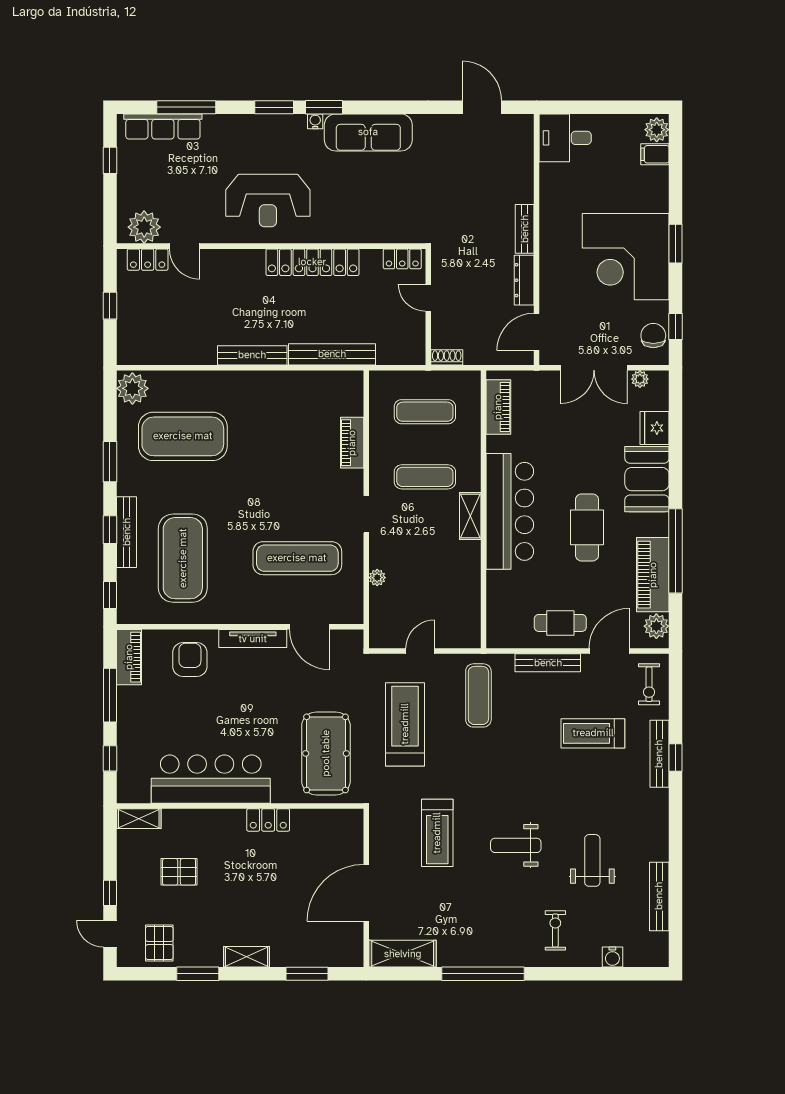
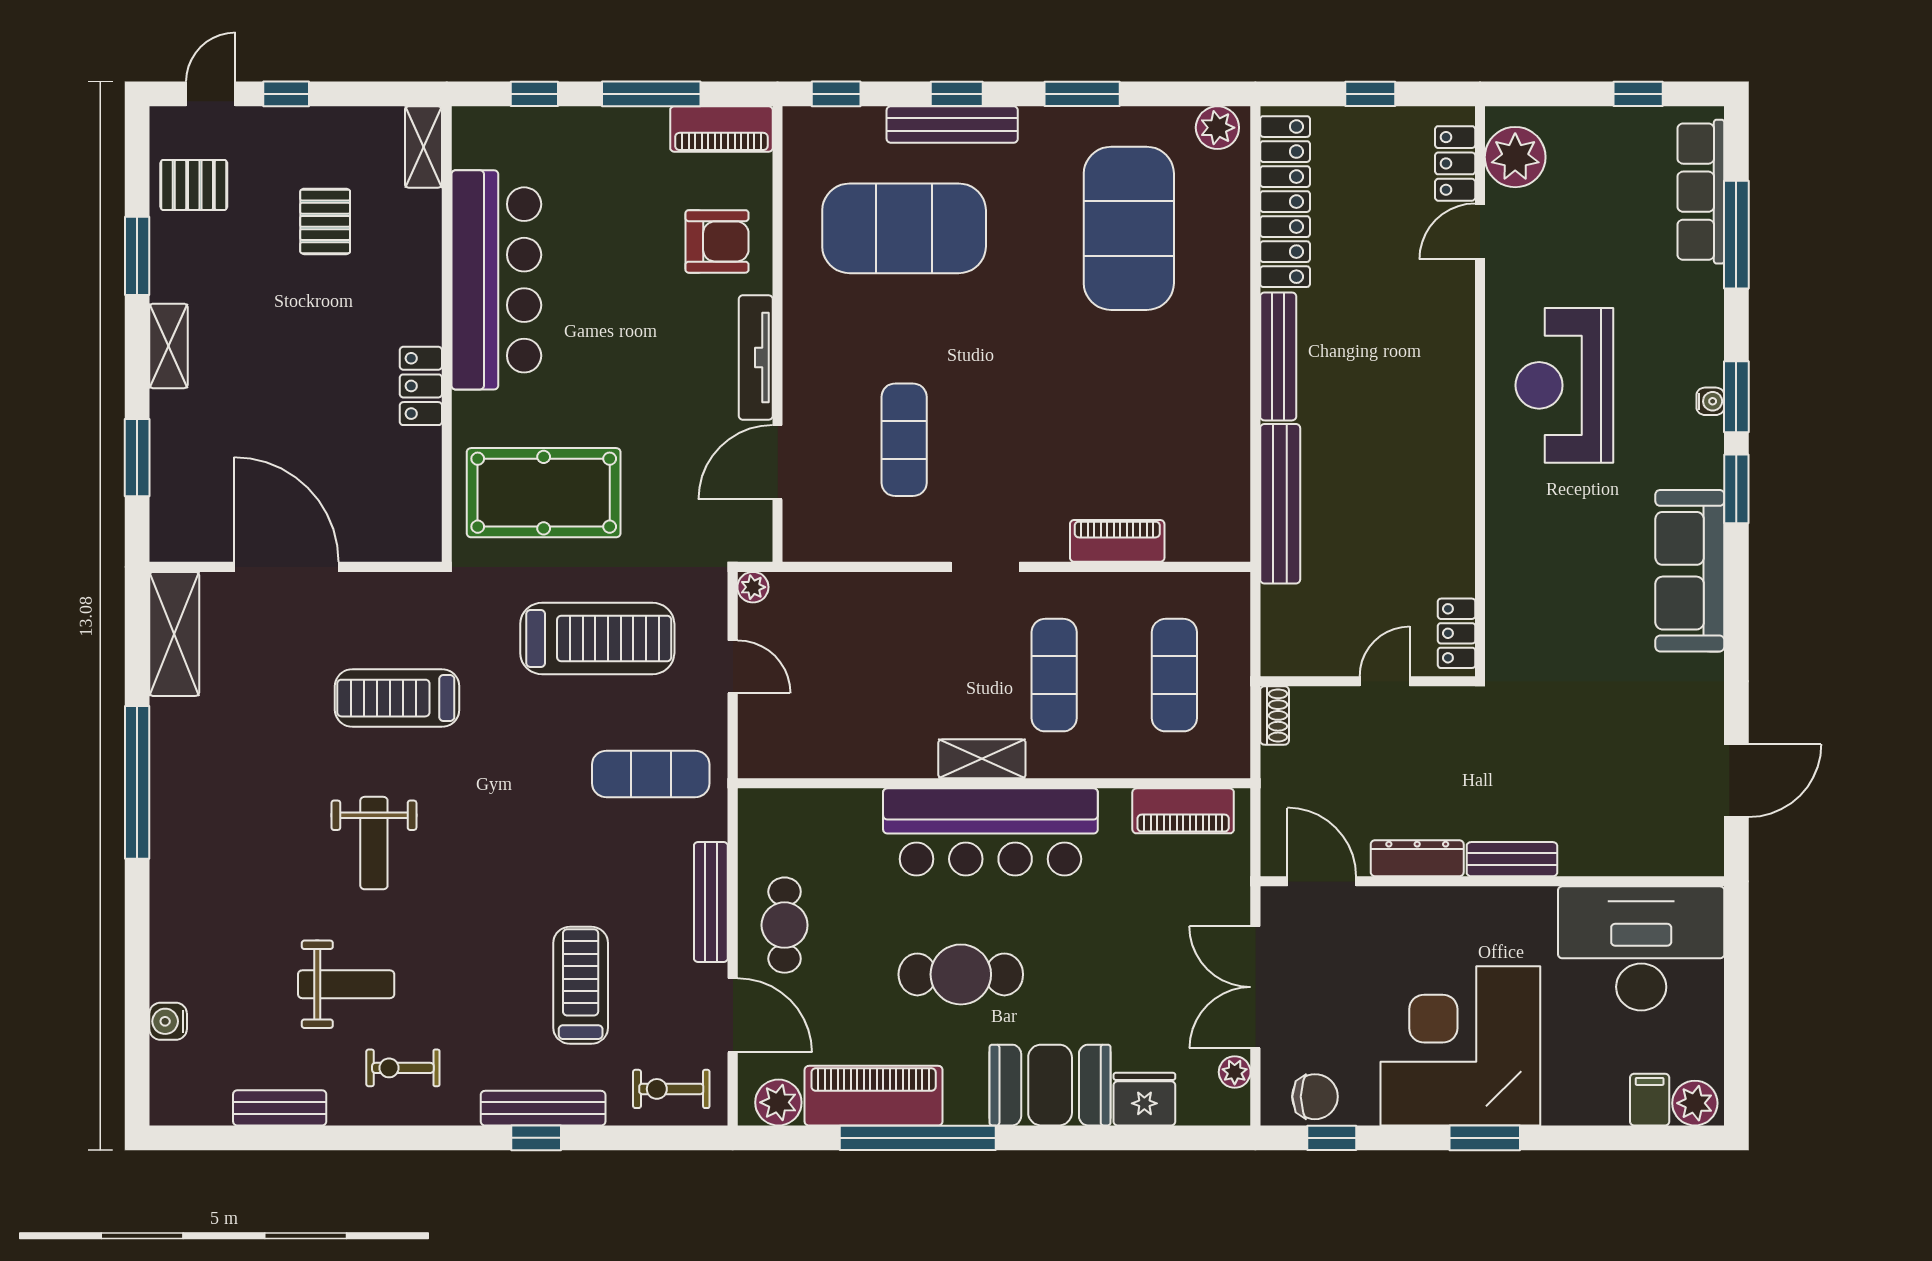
water cooler: (315, 121) -> (1710, 401), moved
desk: (565, 138) -> (1641, 948), width x1.87, depth x1.30
locker: (312, 262) -> (1285, 202), moved, turned 180
plant: (132, 388) -> (1217, 128), width x0.73, depth x0.73
exercise mat: (297, 558) -> (904, 440), width x0.73, depth x0.69
plant: (377, 578) -> (753, 587), moved
weight bench: (516, 845) -> (374, 843), turned 180
bench: (659, 896) -> (280, 1108), width x0.73
exercise bike: (555, 930) -> (403, 1068), moved, turned 180

